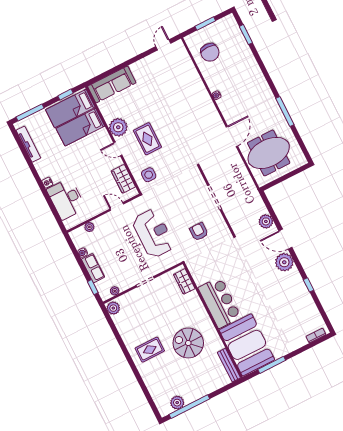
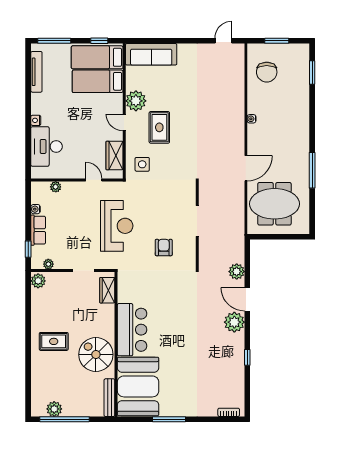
wardrobe: (184, 281) -> (107, 290), moved
bar counter: (220, 303) -> (132, 330), moved
wall: (213, 320) -> (116, 344), moved
booth: (247, 345) -> (138, 386), moved
bench: (229, 365) -> (109, 398), moved

